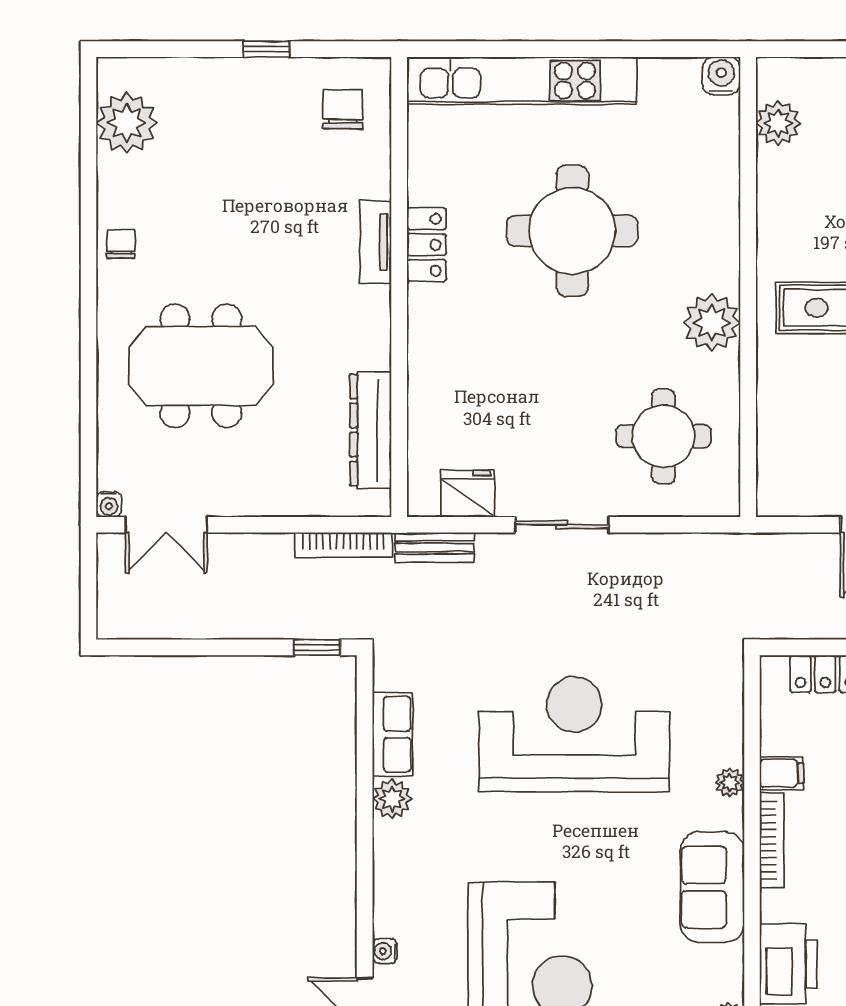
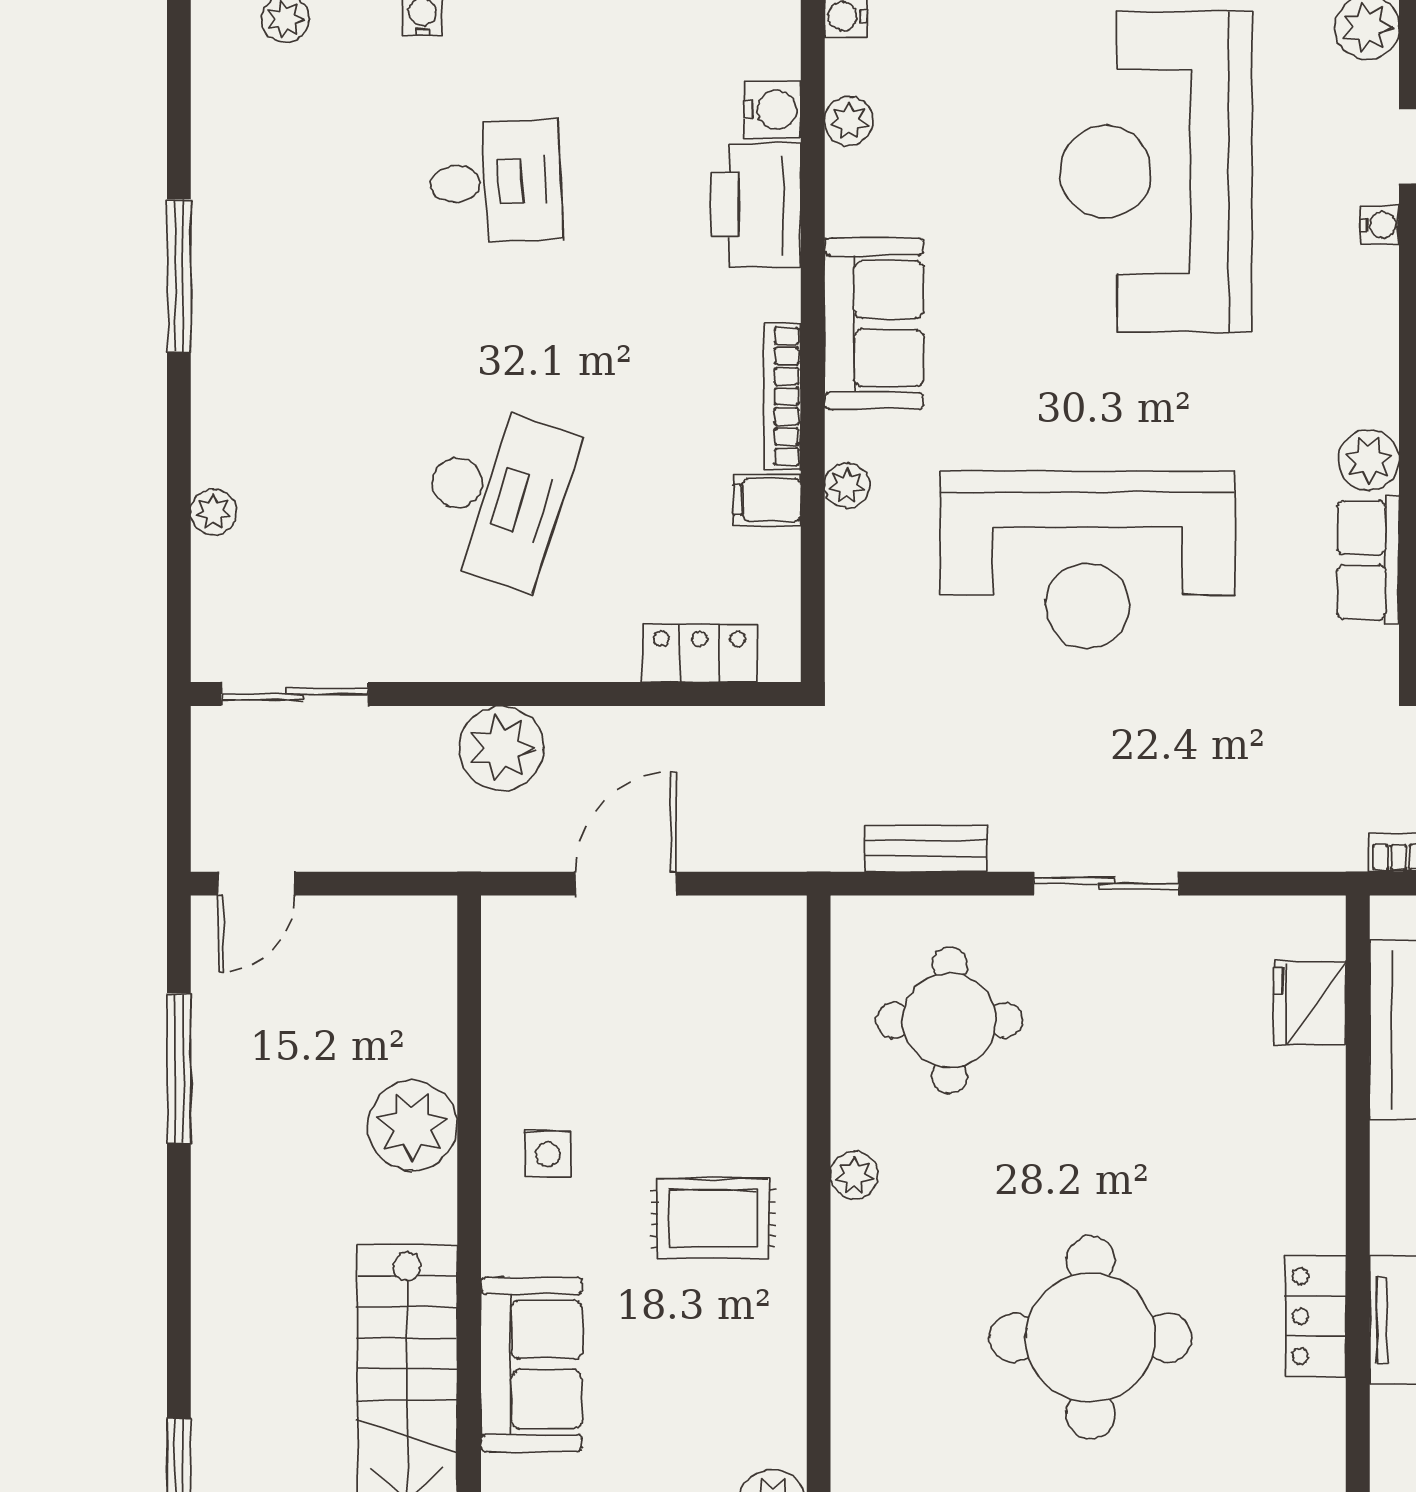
plant: (712, 323) -> (854, 1175), width x0.53, depth x0.53
fridge: (468, 494) -> (1310, 1003), moved, turned 90
bench: (435, 547) -> (926, 849), moved

